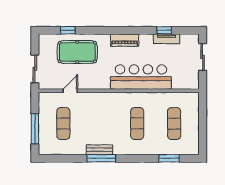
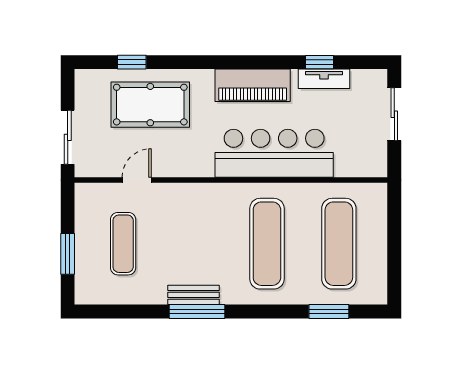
piano: (125, 40) -> (253, 85), width x1.37, depth x1.33
exercise mat: (137, 123) -> (267, 244), width x1.36, depth x1.45
exercise mat: (174, 123) -> (339, 244), width x1.36, depth x1.45
window: (35, 129) -> (68, 254), width x0.69

